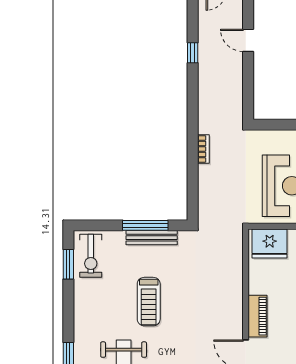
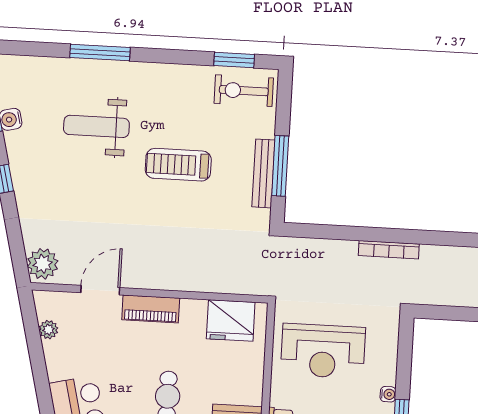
bookcase: (203, 149) -> (389, 250), width x1.56
fridge: (270, 244) -> (231, 321), moved, turned -90

